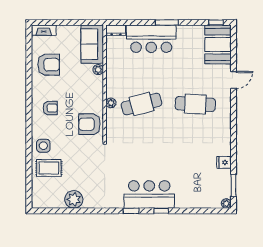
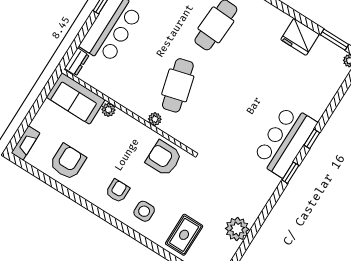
armchair: (90, 124) -> (164, 158), turned 90
side table: (43, 146) -> (144, 211), moved
fridge: (224, 162) -> (300, 37), width x1.88, depth x1.34

